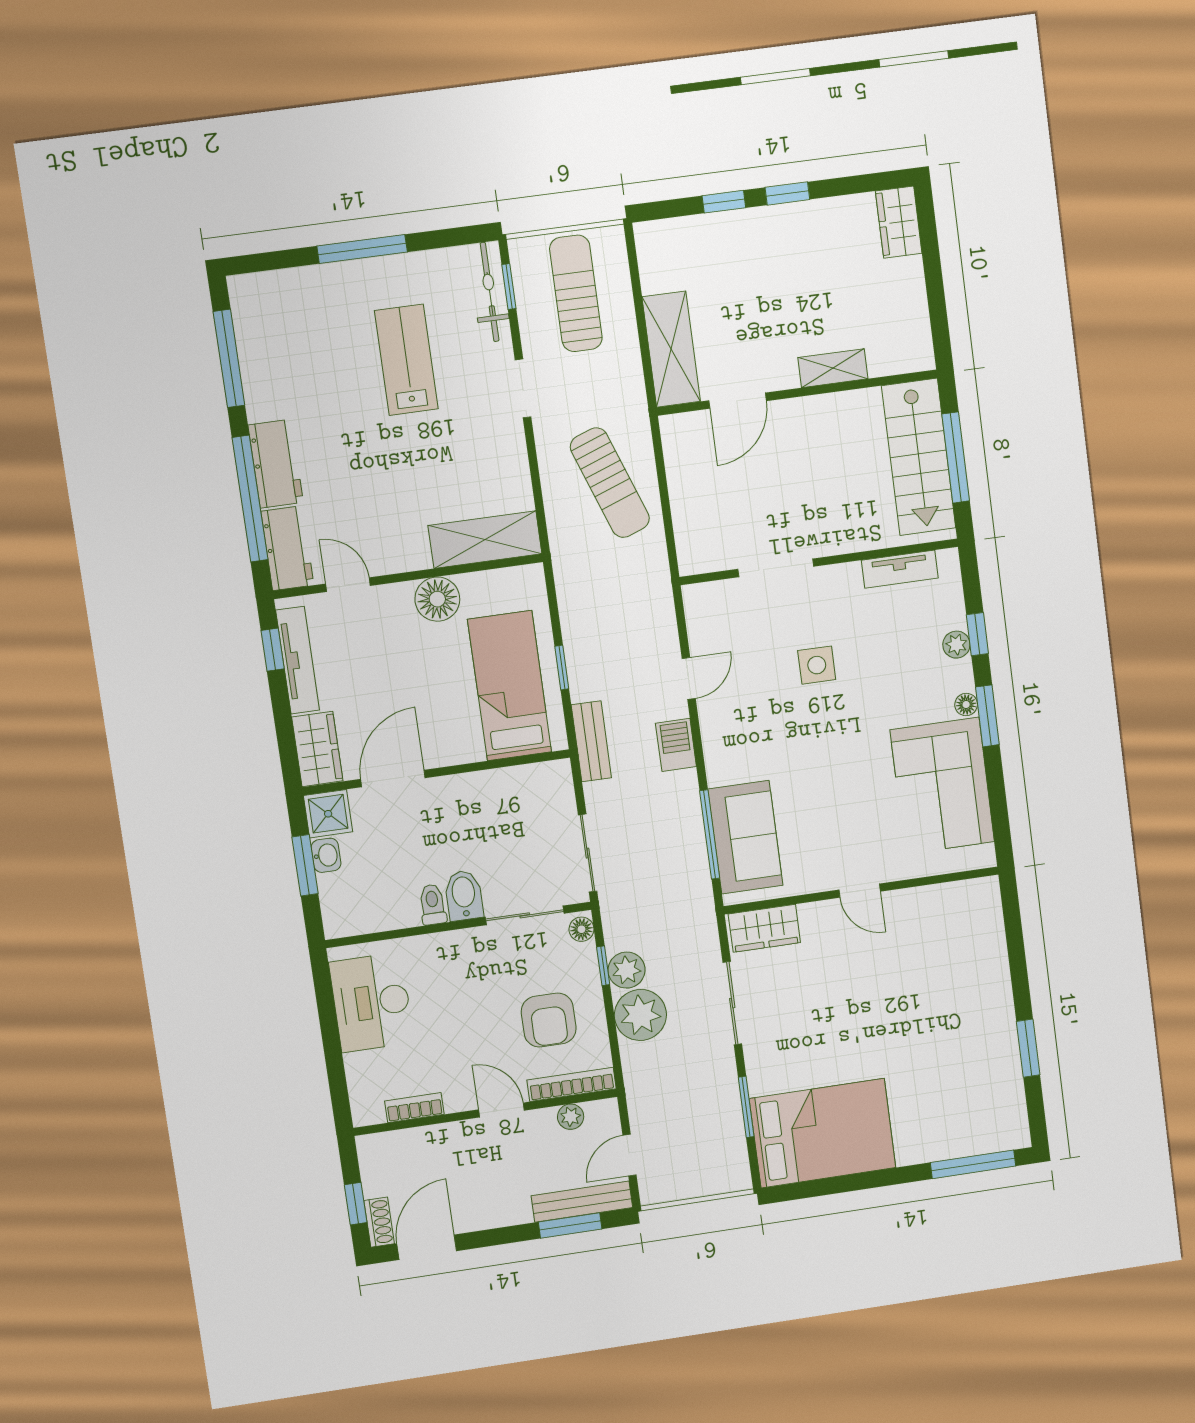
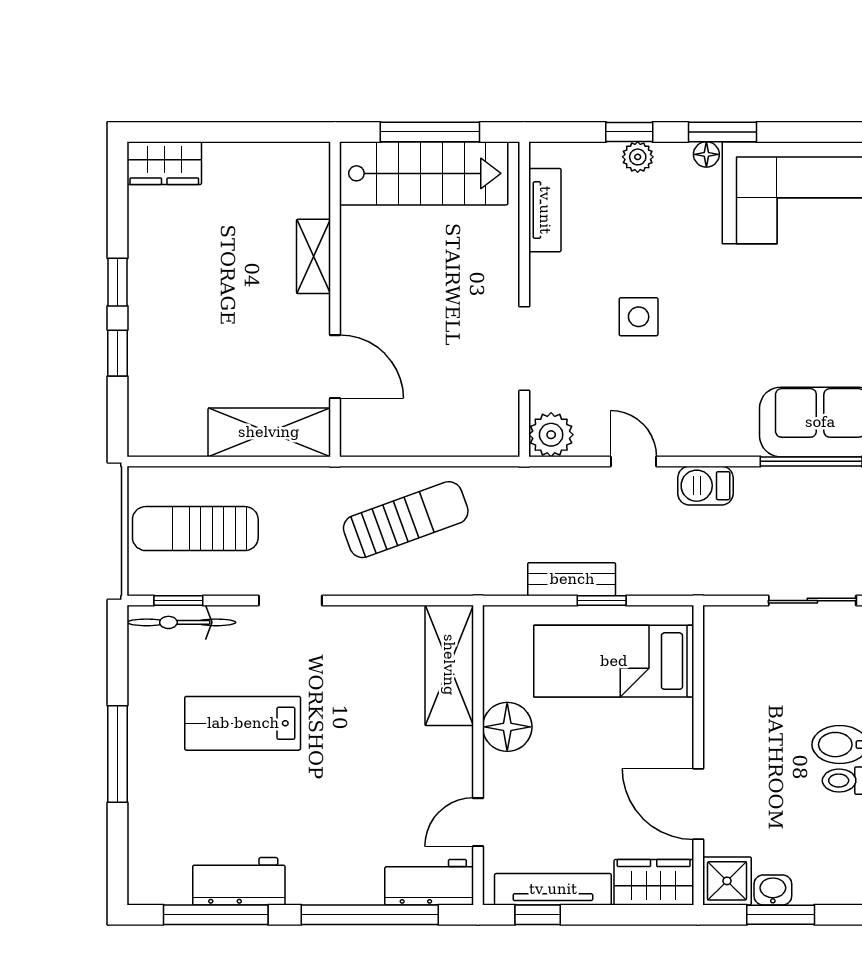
workbench: (276, 464) -> (239, 881), moved
plant: (703, 602) -> (551, 435), added
bench: (591, 741) -> (572, 579), moved

